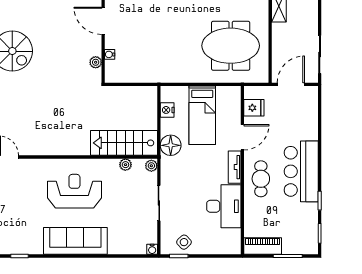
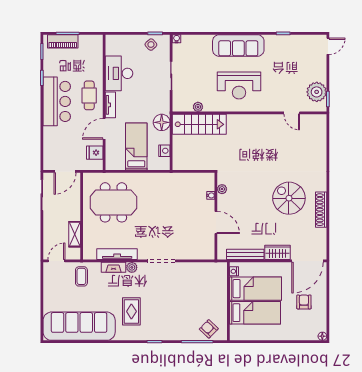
plant: (151, 166) -> (177, 106), removed
piano: (263, 246) -> (63, 41), moved

